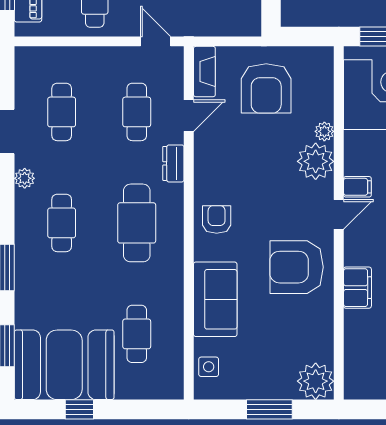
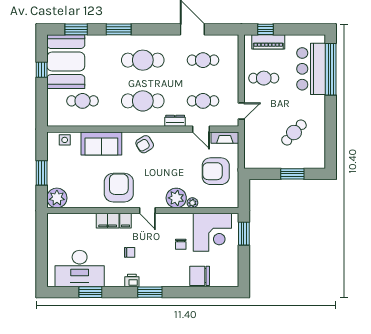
plant: (25, 178) -> (167, 40), removed
filing cabinet: (357, 187) -> (126, 221), moved
armchair: (217, 219) -> (145, 144), turned 149
cafe table: (62, 223) -> (143, 60), width x1.37, depth x1.35

